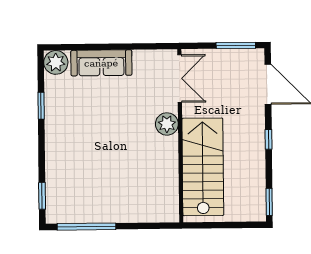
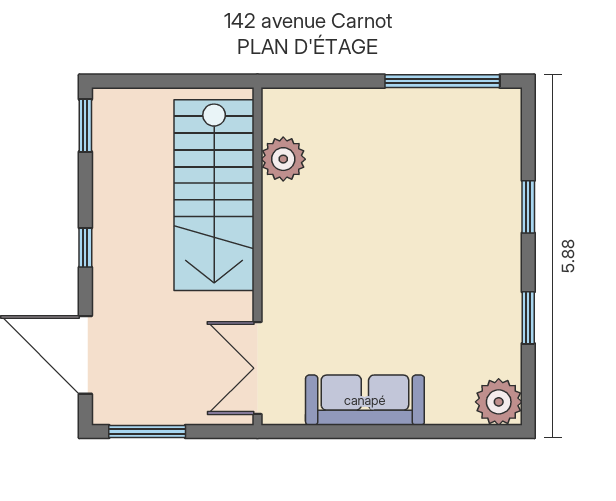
sofa: (101, 63) -> (365, 400), moved
plant: (167, 124) -> (283, 159), moved
window: (42, 196) -> (528, 207), moved

